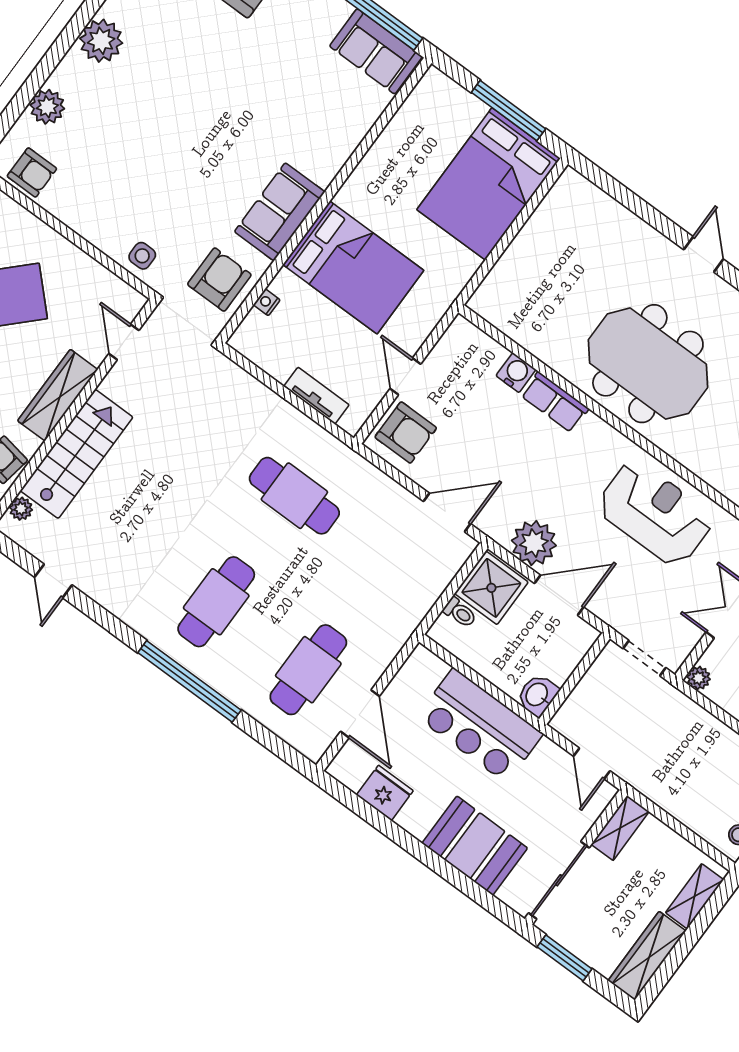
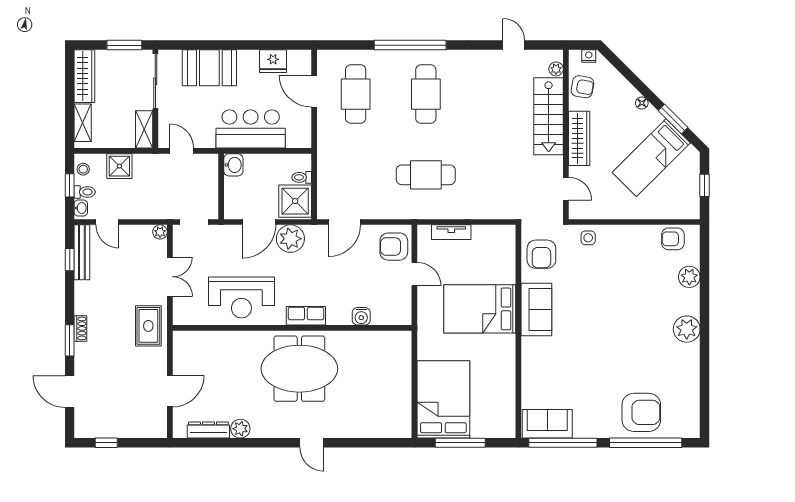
nightstand: (267, 302) -> (510, 260), removed
row of seats: (555, 402) -> (306, 316), moved
shower: (688, 804) -> (119, 166), added

